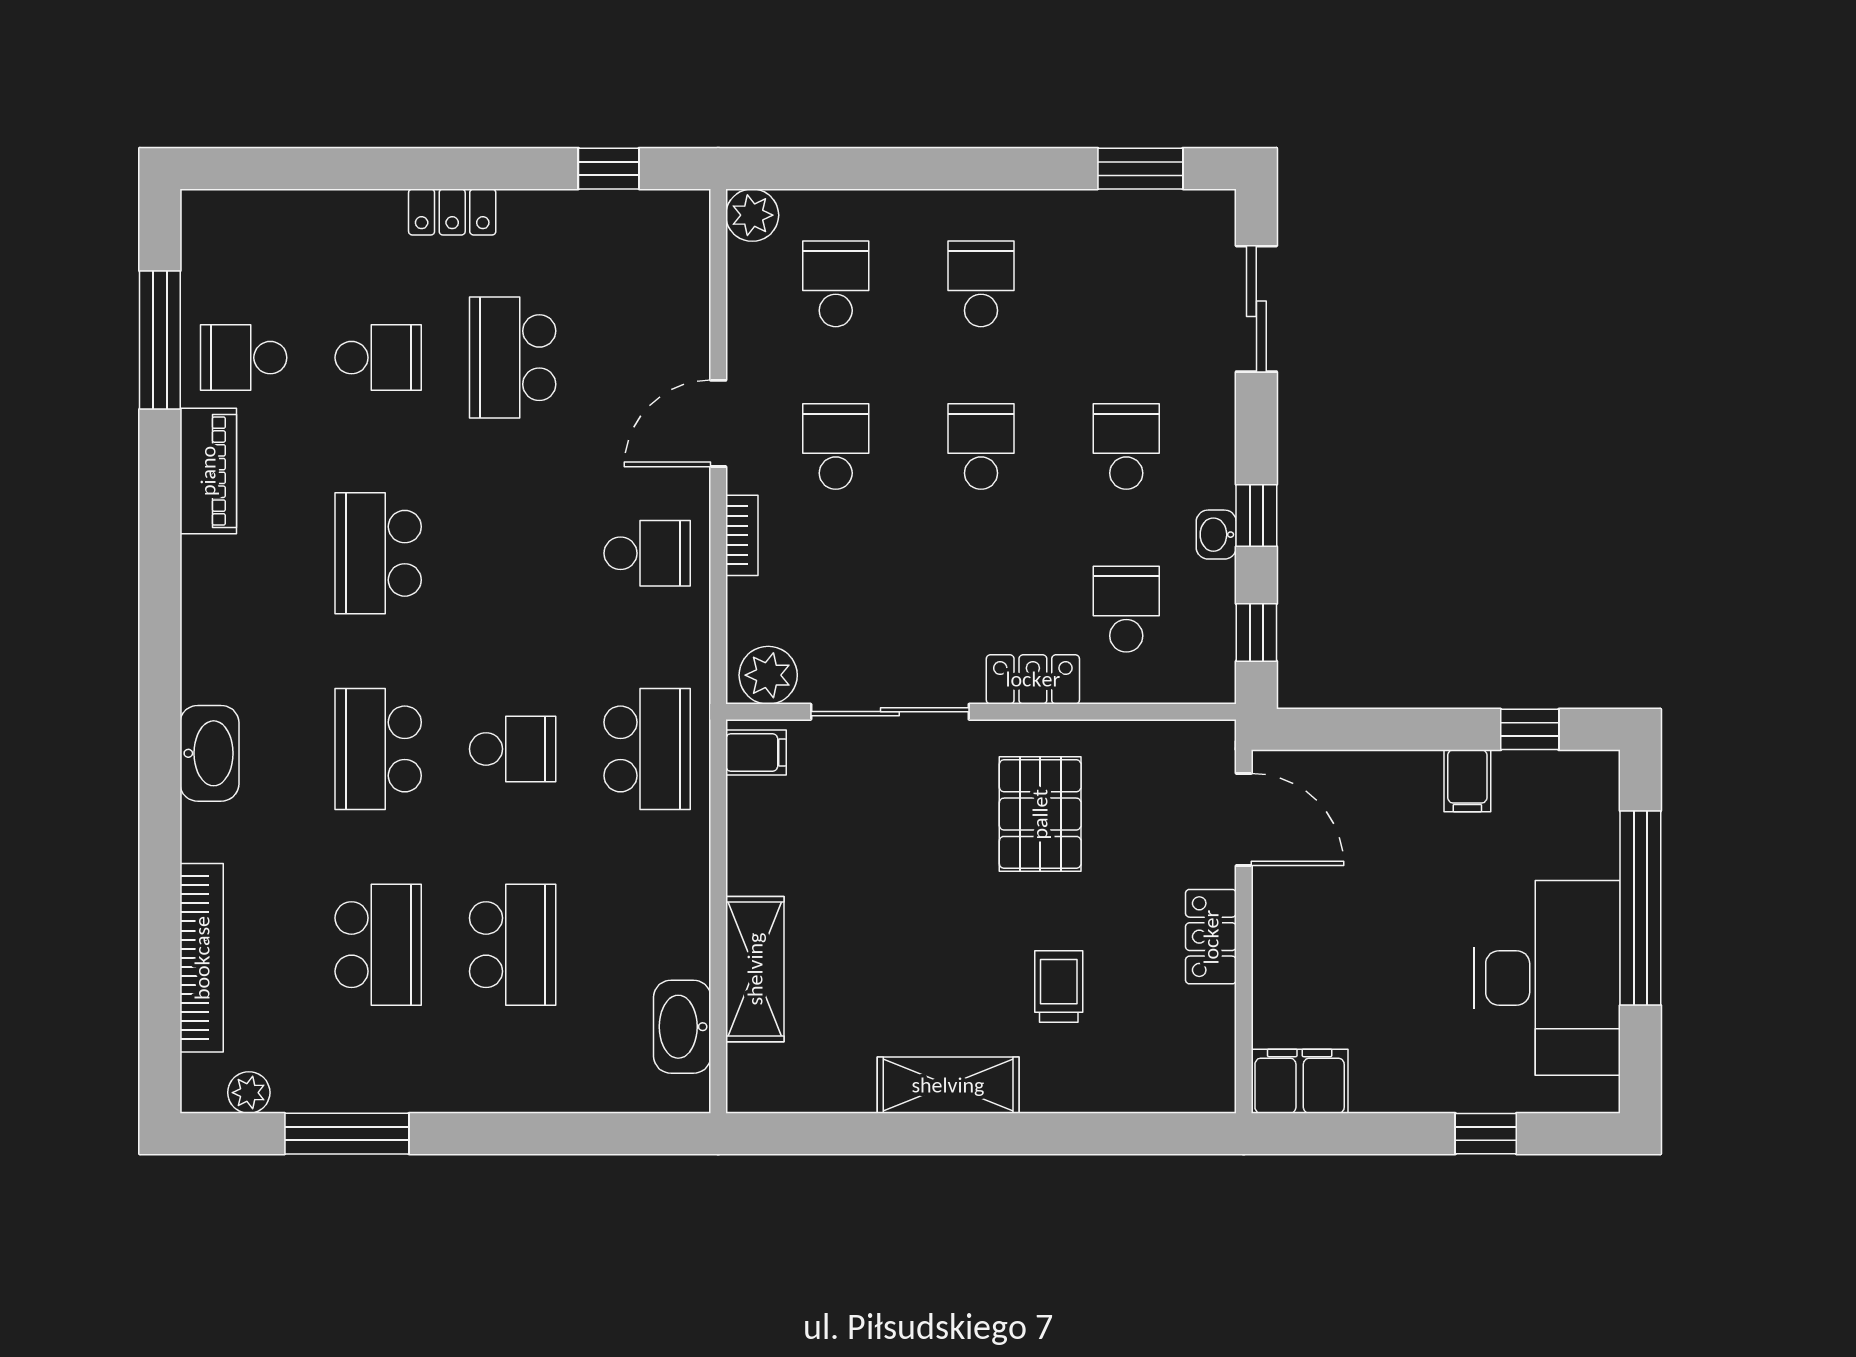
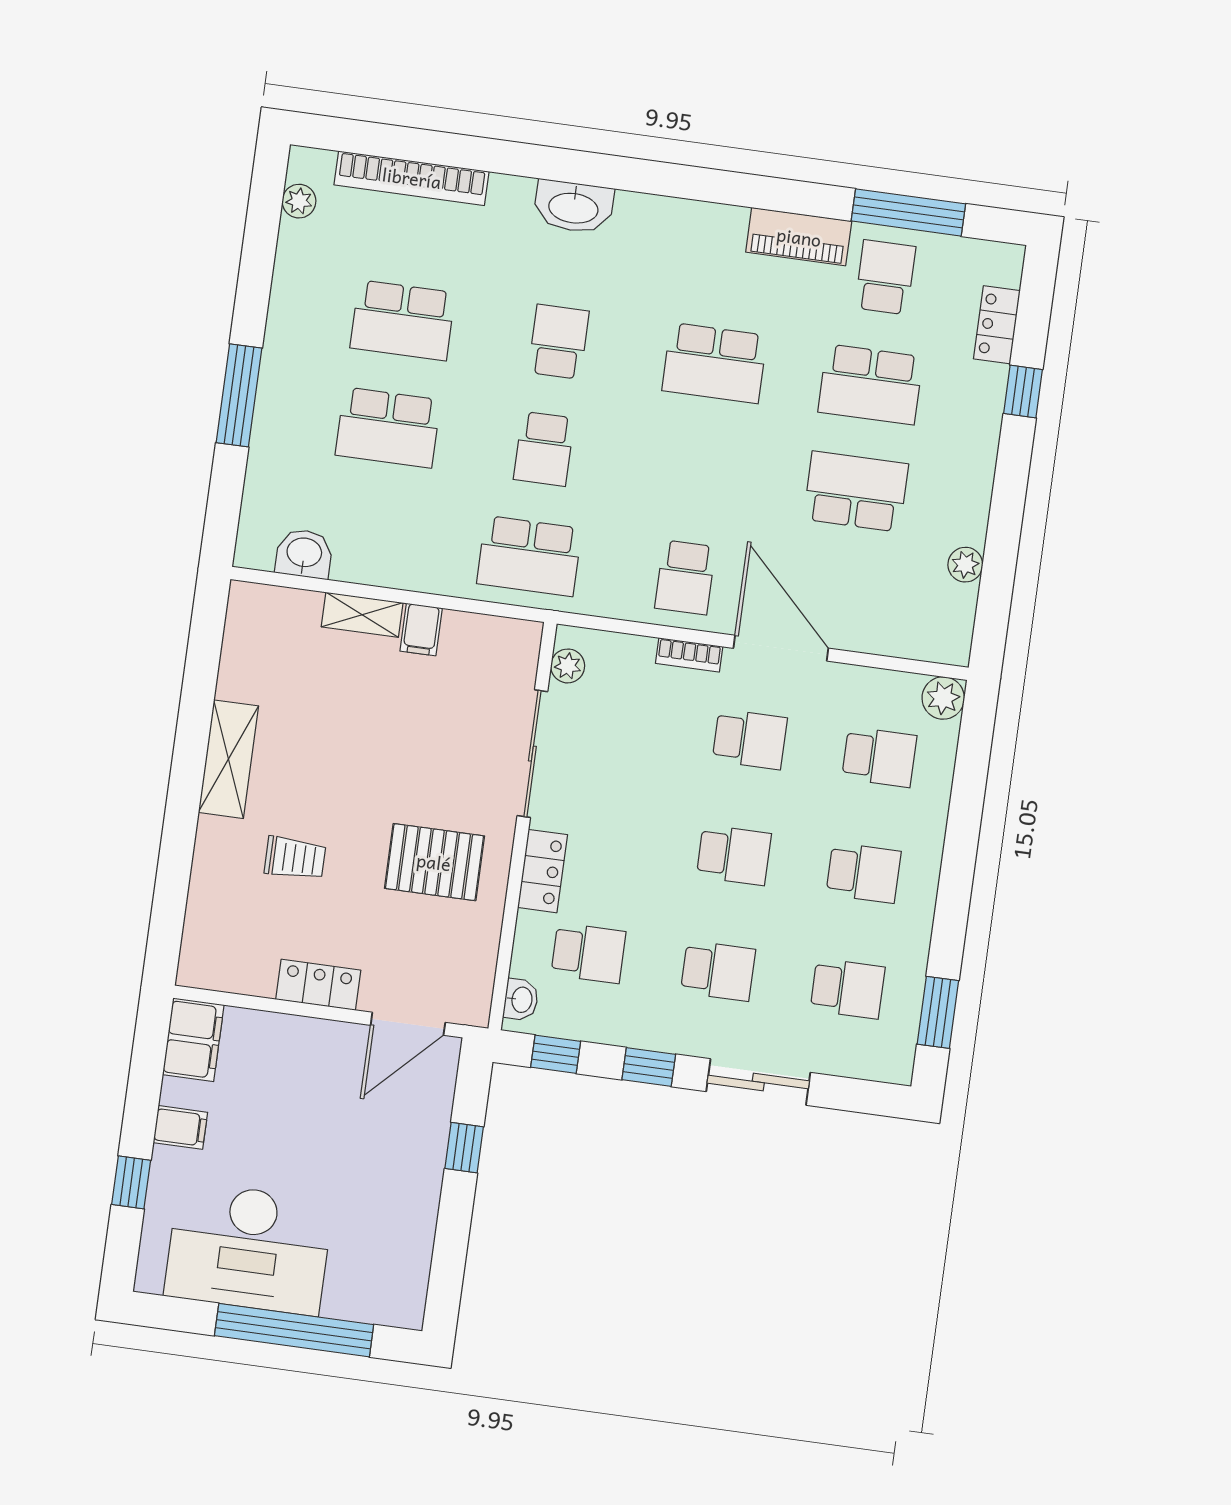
window: (609, 169) -> (1023, 392), moved
plant: (584, 210) -> (965, 565), added
locker: (452, 212) -> (997, 325), moved
school desk: (1126, 284) -> (848, 989), added
sliding door: (1256, 309) -> (758, 1082), moved
school desk: (378, 358) -> (871, 384), width x1.85
door: (718, 423) -> (781, 648), width x1.36
washbasin: (1216, 535) -> (521, 1000), moved, turned 90
school desk: (378, 553) -> (715, 363), turned 180
plant: (768, 675) -> (568, 666), width x0.73, depth x0.73
window: (1530, 729) -> (464, 1148), moved
school desk: (378, 749) -> (559, 342), width x0.54
filing cabinet: (756, 752) -> (421, 630), moved
filing cabinet: (1467, 781) -> (180, 1127), moved, turned 180
shelving: (755, 969) -> (362, 615), width x0.67, depth x0.75
washbasin: (682, 1027) -> (304, 554), width x0.72
window: (347, 1134) -> (239, 395), moved

